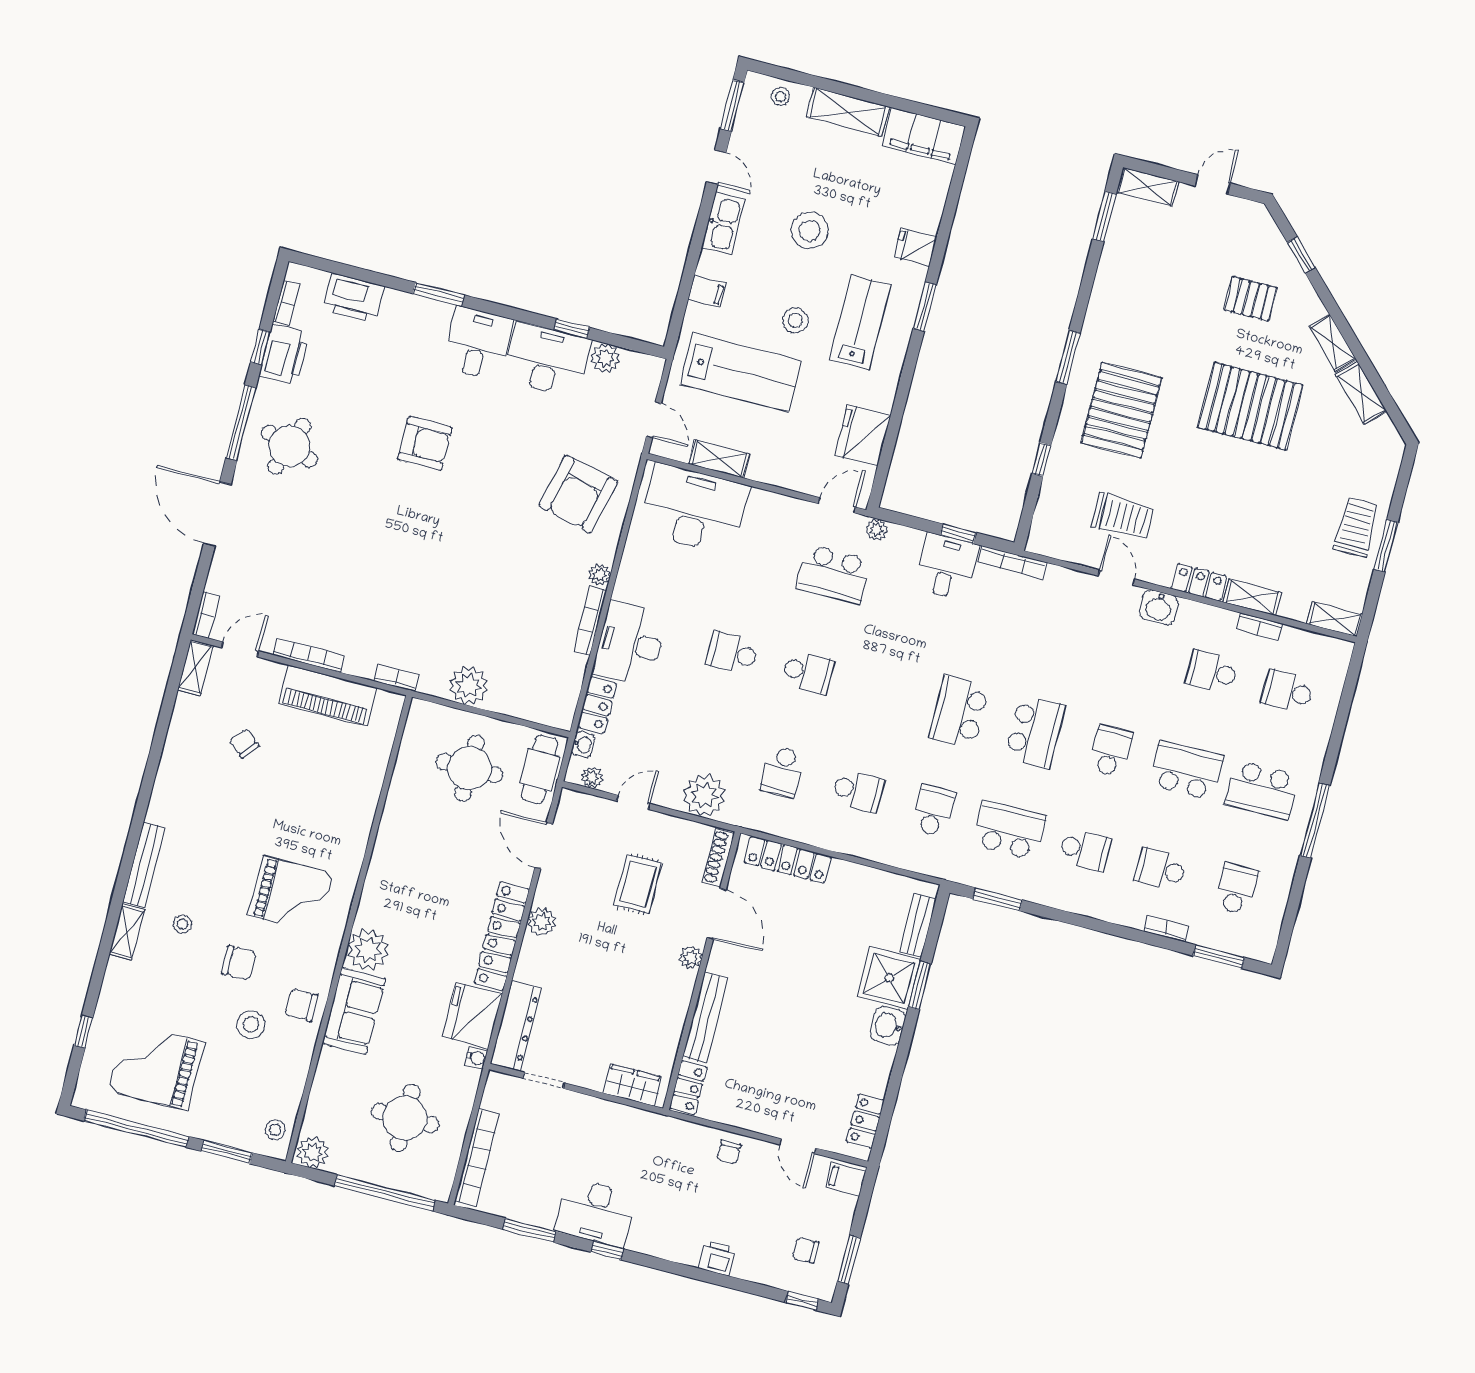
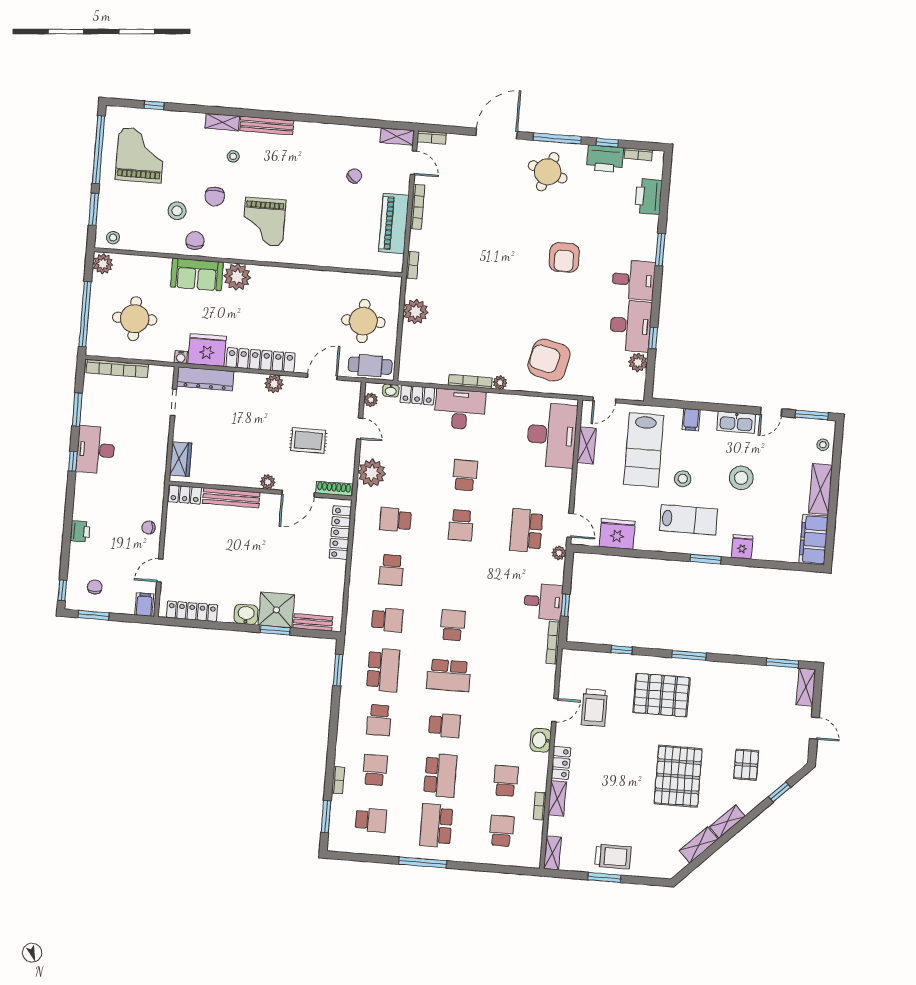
school desk: (959, 712) -> (453, 625), width x0.54
locker: (865, 1121) -> (192, 611), width x1.53

